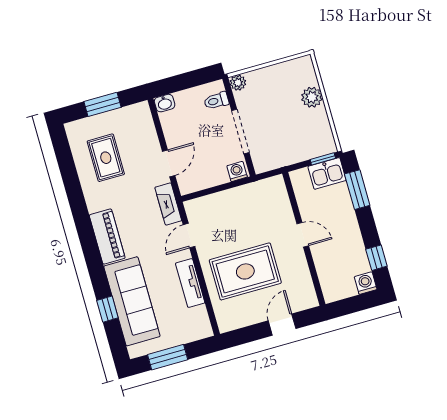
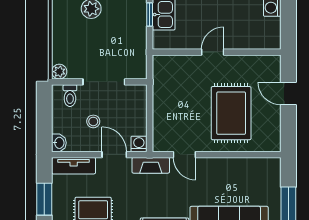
stool: (197, 132) -> (93, 121), added
washing machine: (237, 171) -> (139, 144), moved, turned 90
tv unit: (190, 283) -> (74, 166), moved

